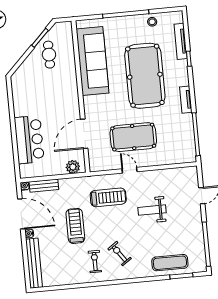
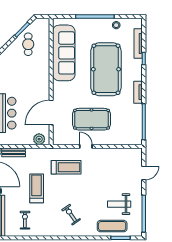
weight bench: (152, 210) -> (119, 204), moved
exercise bike: (95, 261) -> (25, 220), moved

